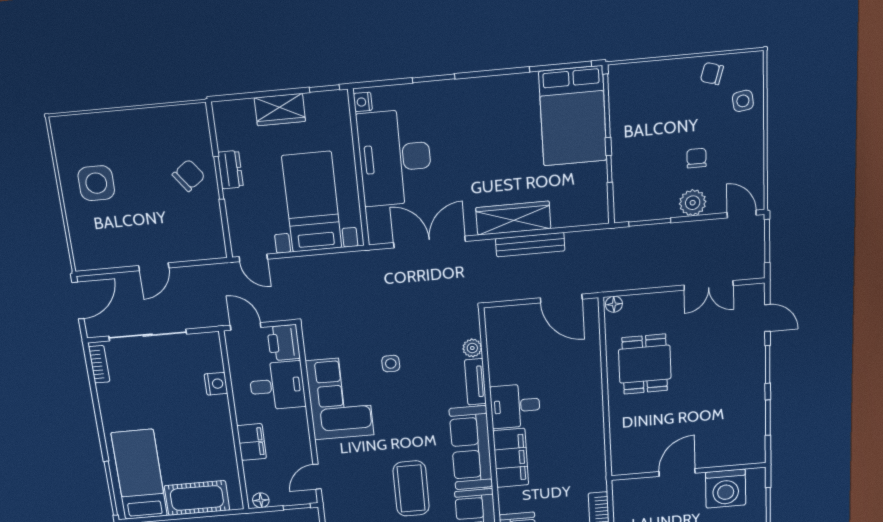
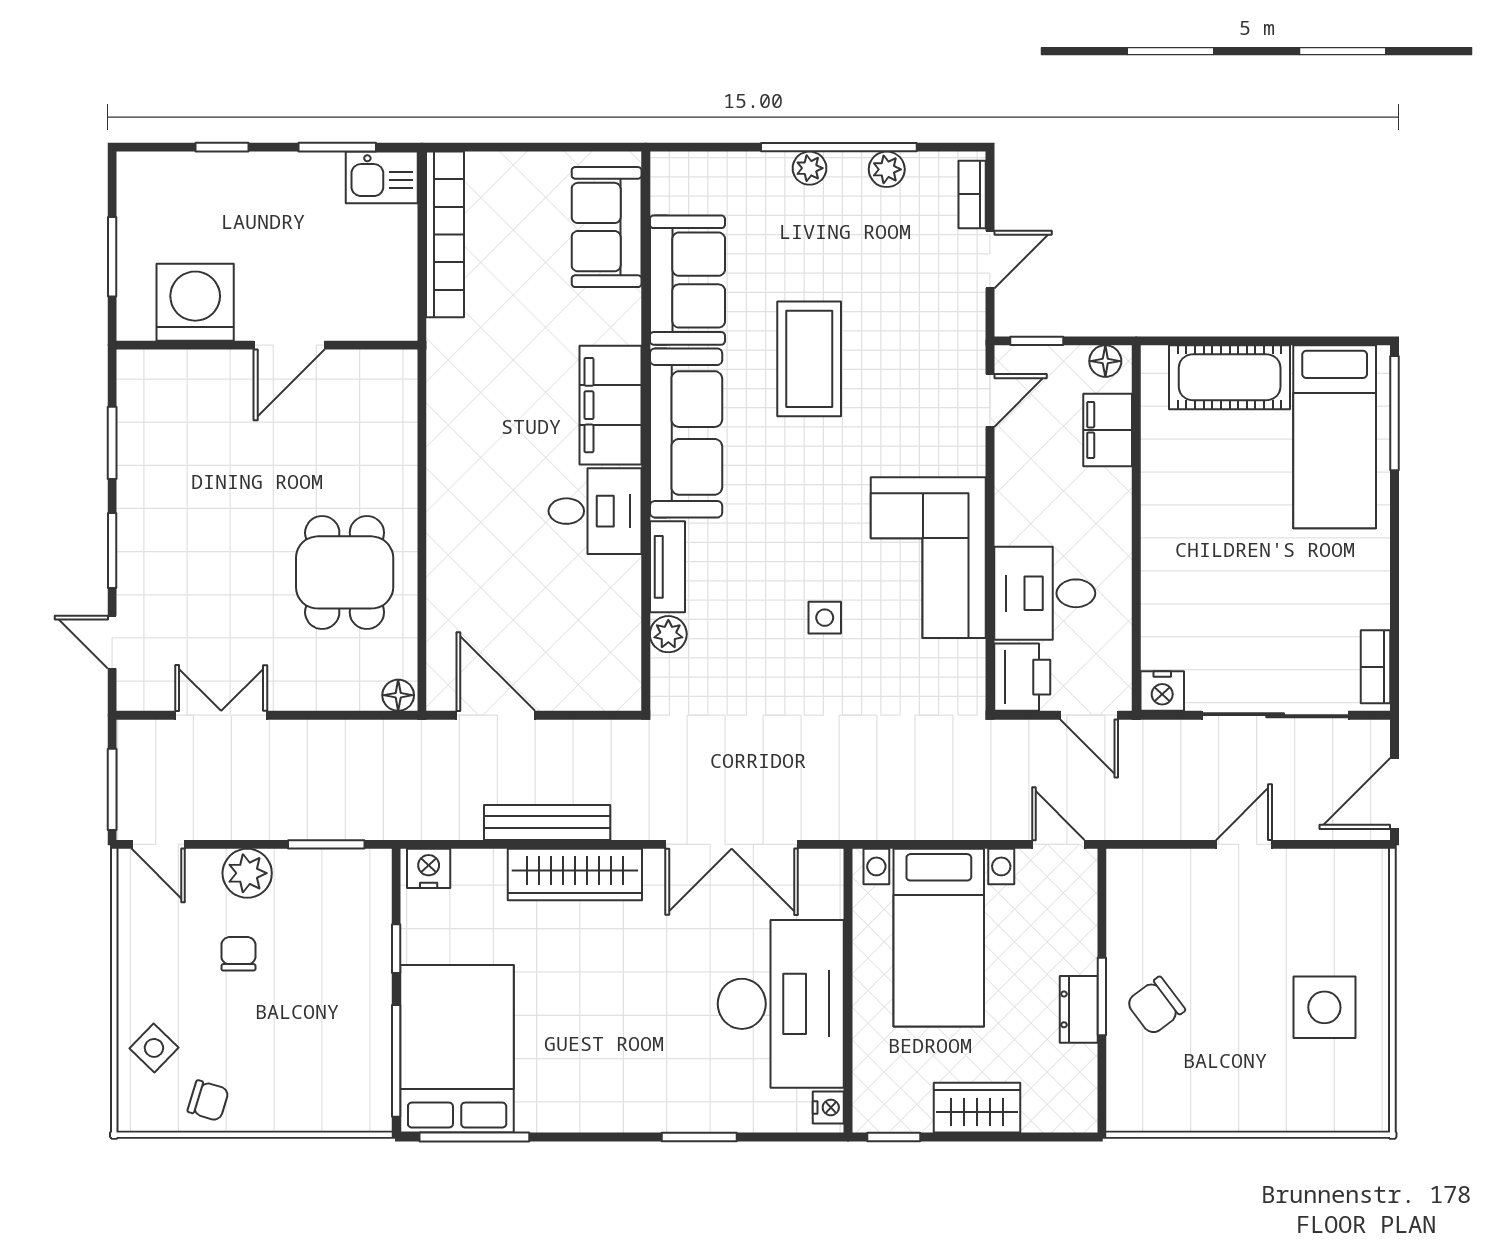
side table: (743, 101) -> (154, 1048), turned -38
chair: (696, 158) -> (238, 954), turned 180
nightstand: (593, 214) -> (429, 868), added
nightstand: (216, 384) -> (1162, 691), moved, turned -90
filing cabinet: (252, 442) -> (1108, 430), moved

